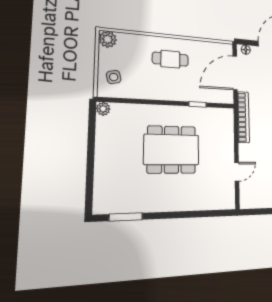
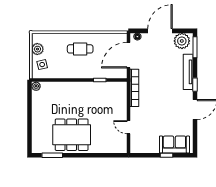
plant: (108, 39) -> (37, 49), moved
dining table: (172, 150) -> (72, 135), moved
door: (237, 172) -> (128, 127), swing flipped

